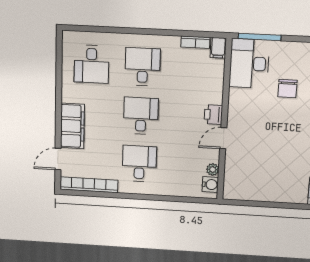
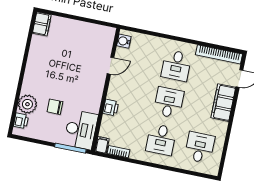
chair: (287, 88) -> (55, 107), turned -90
printer: (213, 115) -> (111, 107), moved
desk: (141, 116) -> (169, 103), turned 180
door: (223, 138) -> (111, 66), moved
plant: (213, 170) -> (120, 53), removed

